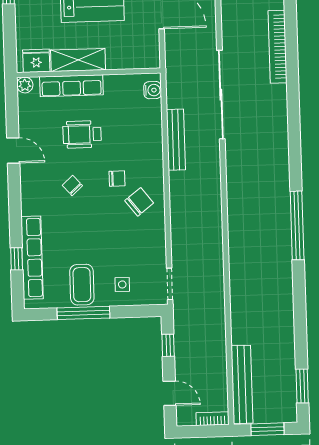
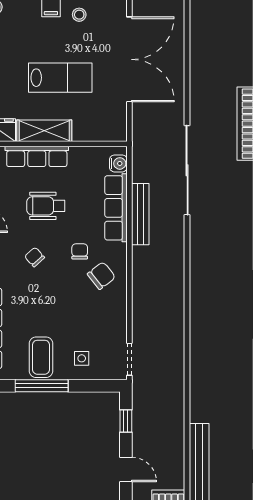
row of seats: (152, 134) -> (116, 208), added
chair: (117, 179) -> (80, 251), turned -90

